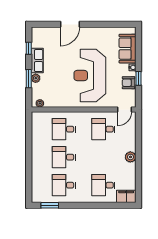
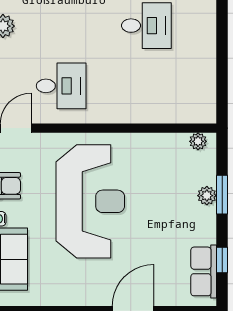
row of seats: (37, 61) -> (204, 271), moved
desk: (64, 129) -> (146, 86), removed

